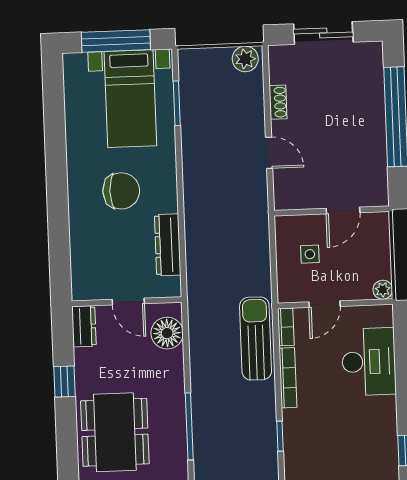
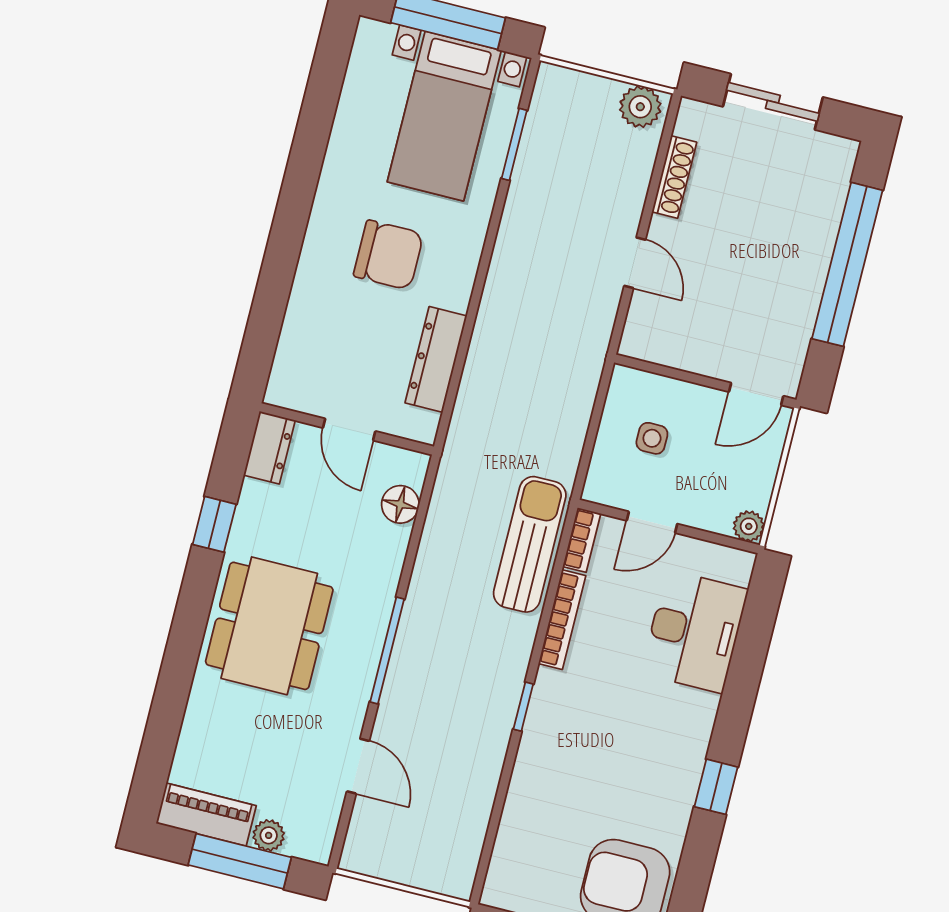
shoe rack: (278, 102) -> (674, 177), width x1.43
door: (343, 210) -> (756, 394), moved
floor lamp: (167, 333) -> (400, 504), width x0.73, depth x0.73

